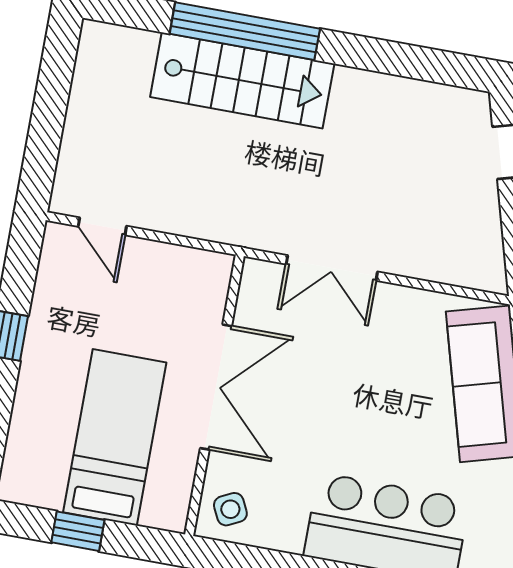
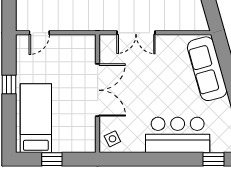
door: (102, 226) -> (39, 33), hinge flipped
bed: (115, 437) -> (36, 118), moved

